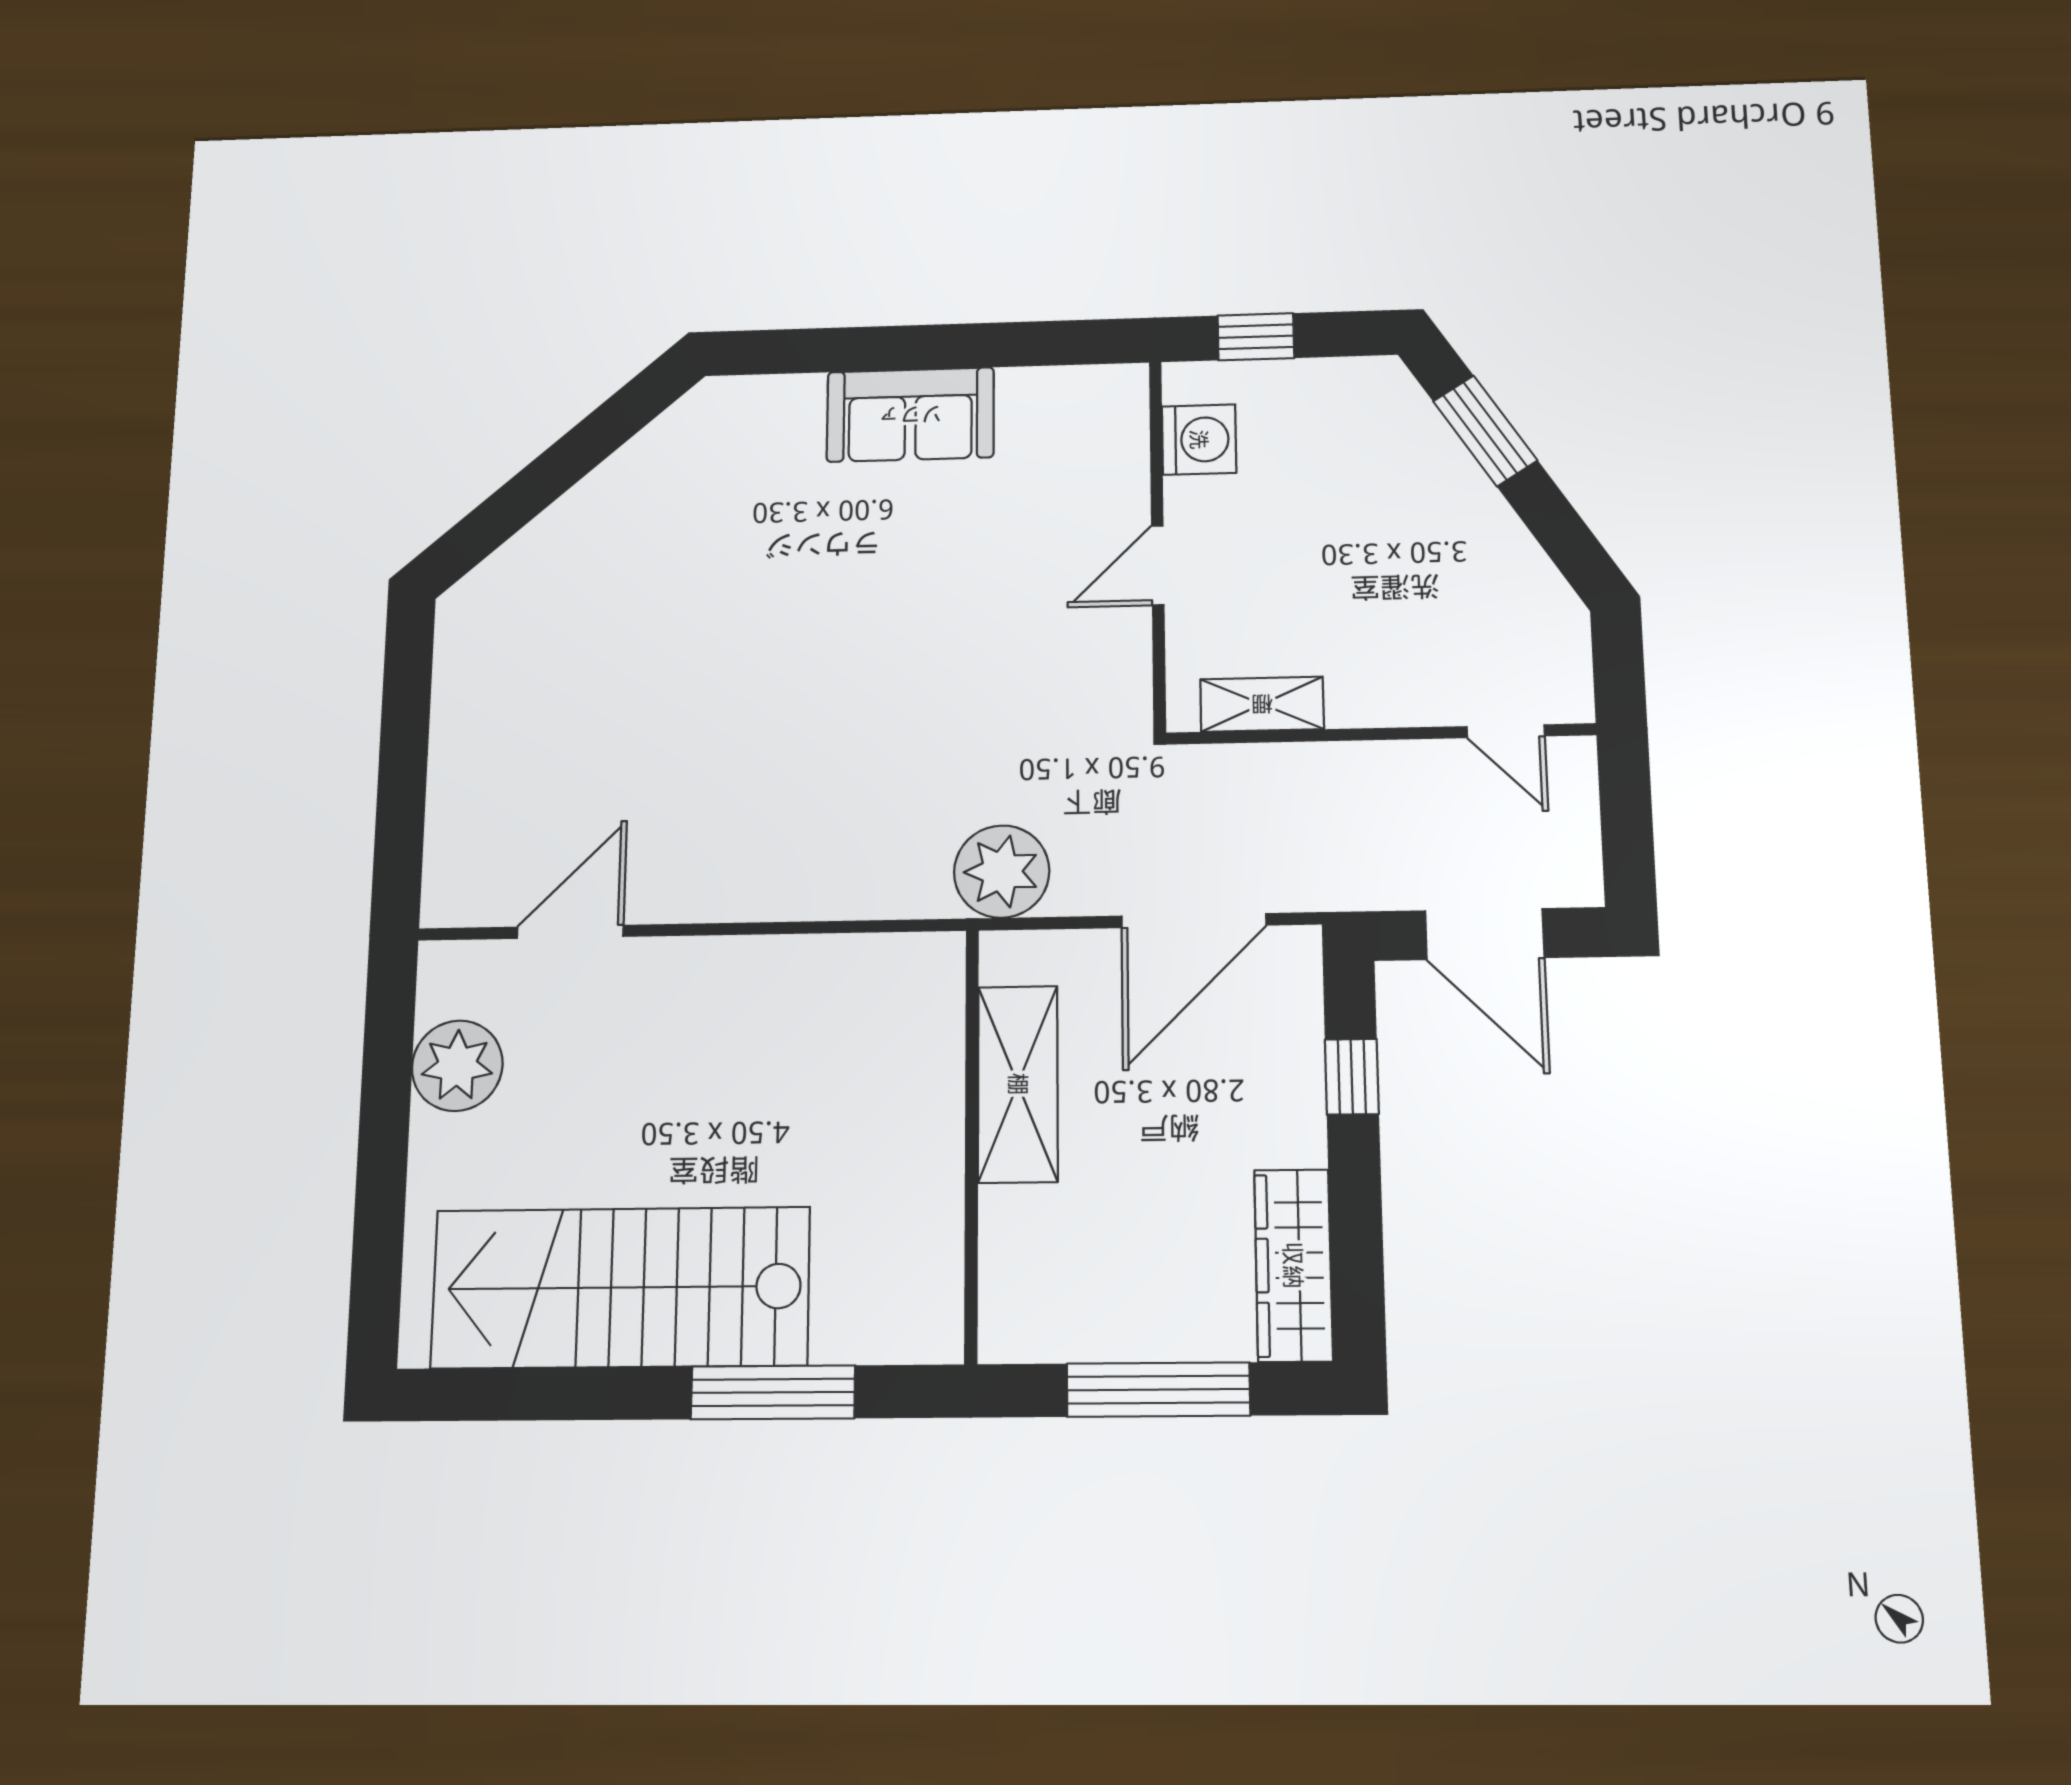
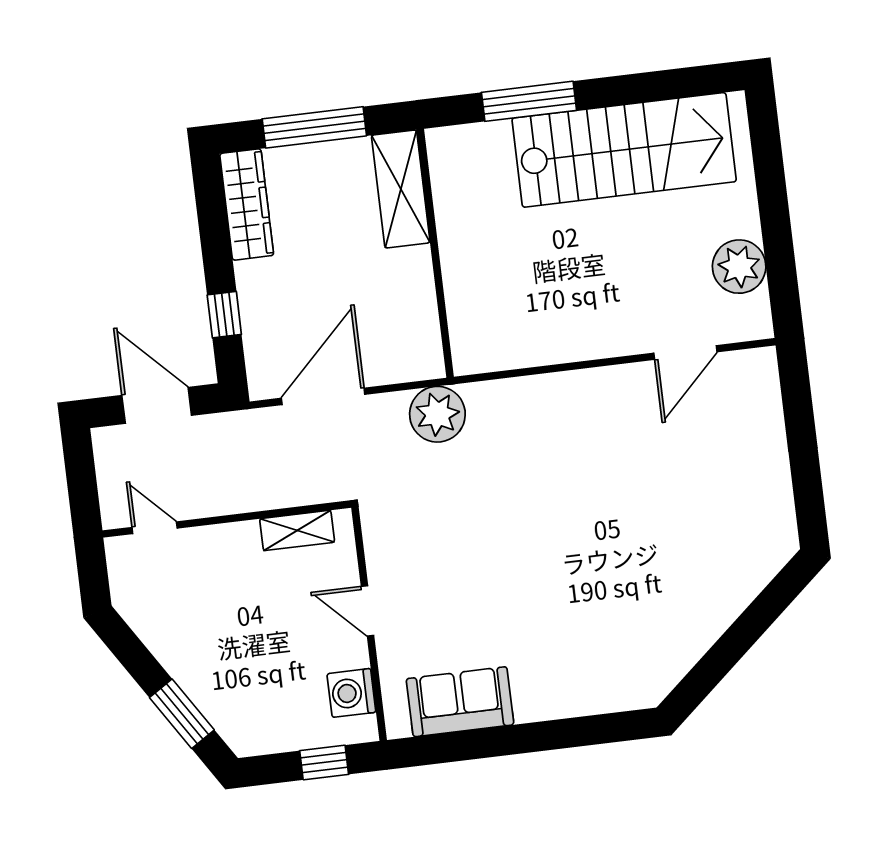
sofa: (910, 415) -> (460, 702), moved
door: (1158, 565) -> (367, 611), swing flipped
shelving: (1018, 1084) -> (401, 189), moved

